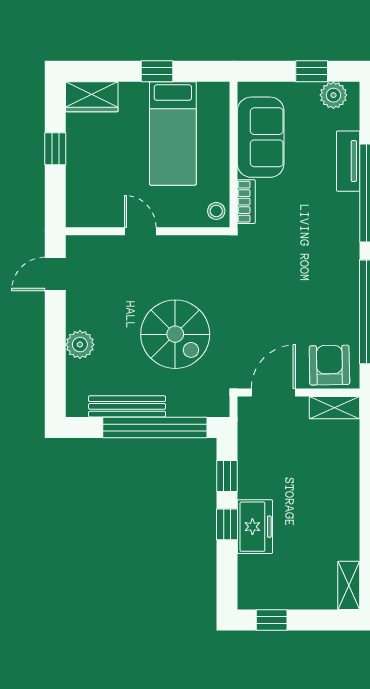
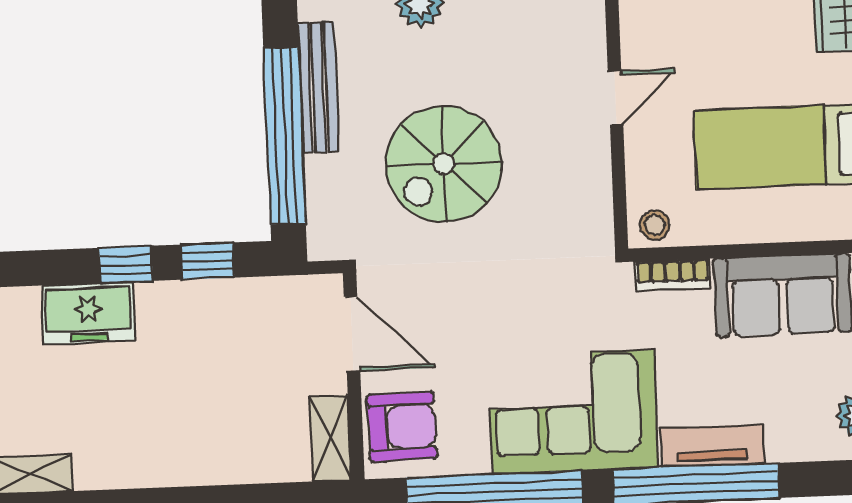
tv unit: (348, 161) -> (712, 446), moved
corner sofa: (325, 264) -> (573, 412), added
freezer: (255, 527) -> (88, 313), moved

